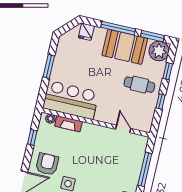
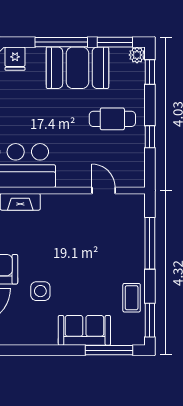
plant: (159, 51) -> (137, 55), width x0.53, depth x0.53
window: (168, 71) -> (150, 72), moved

